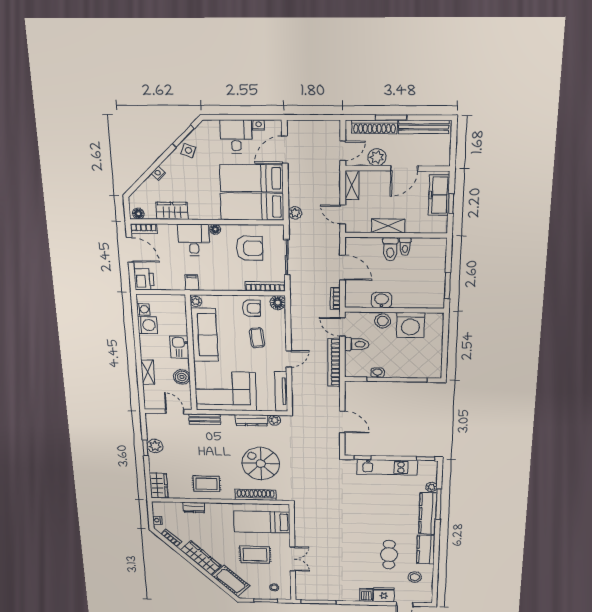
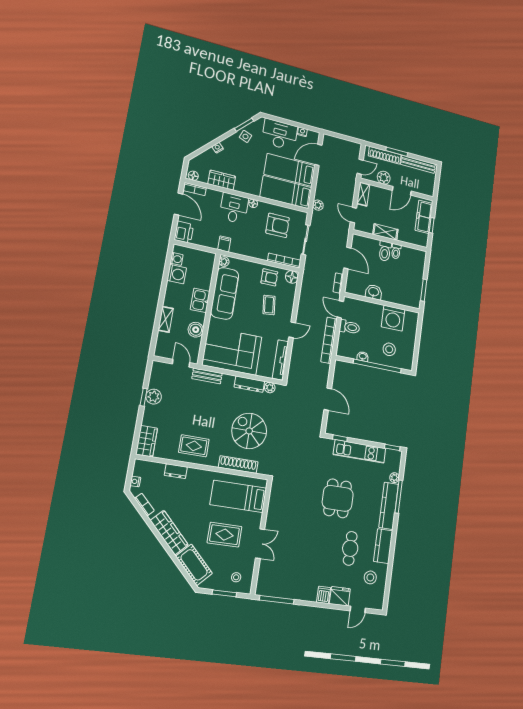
desk: (236, 137) -> (280, 134), width x1.37
stool: (383, 321) -> (389, 349), moved
dining table: (368, 513) -> (338, 498), added

